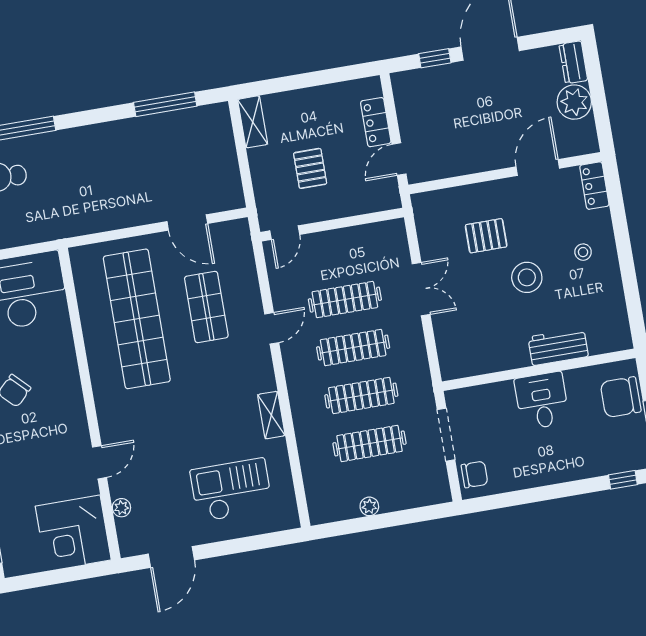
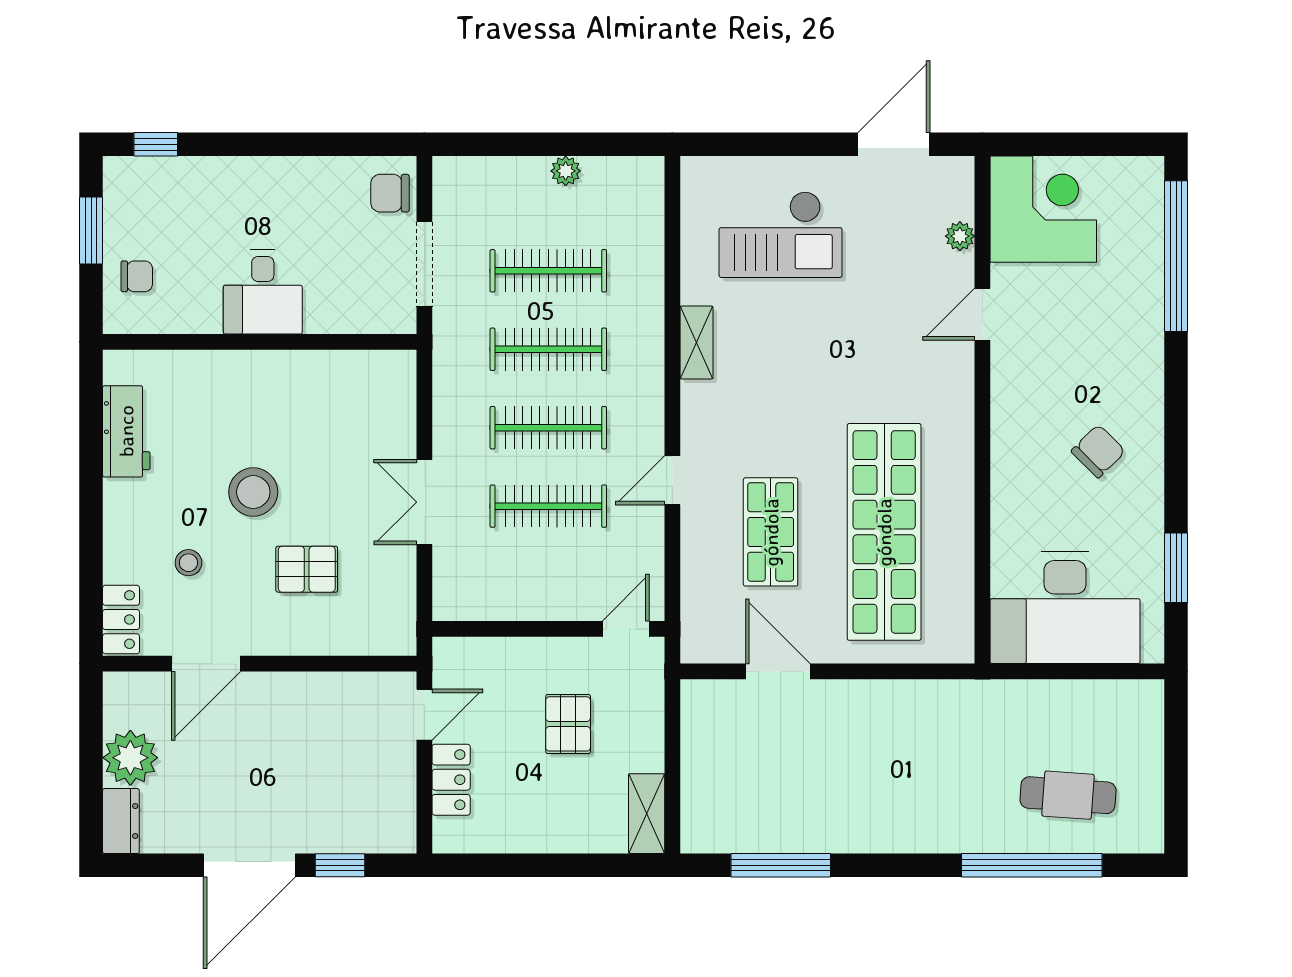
stool: (583, 252) -> (188, 563), moved
workbench: (558, 347) -> (126, 431), moved, turned -90
chair: (621, 397) -> (137, 276), width x0.54, depth x0.54

